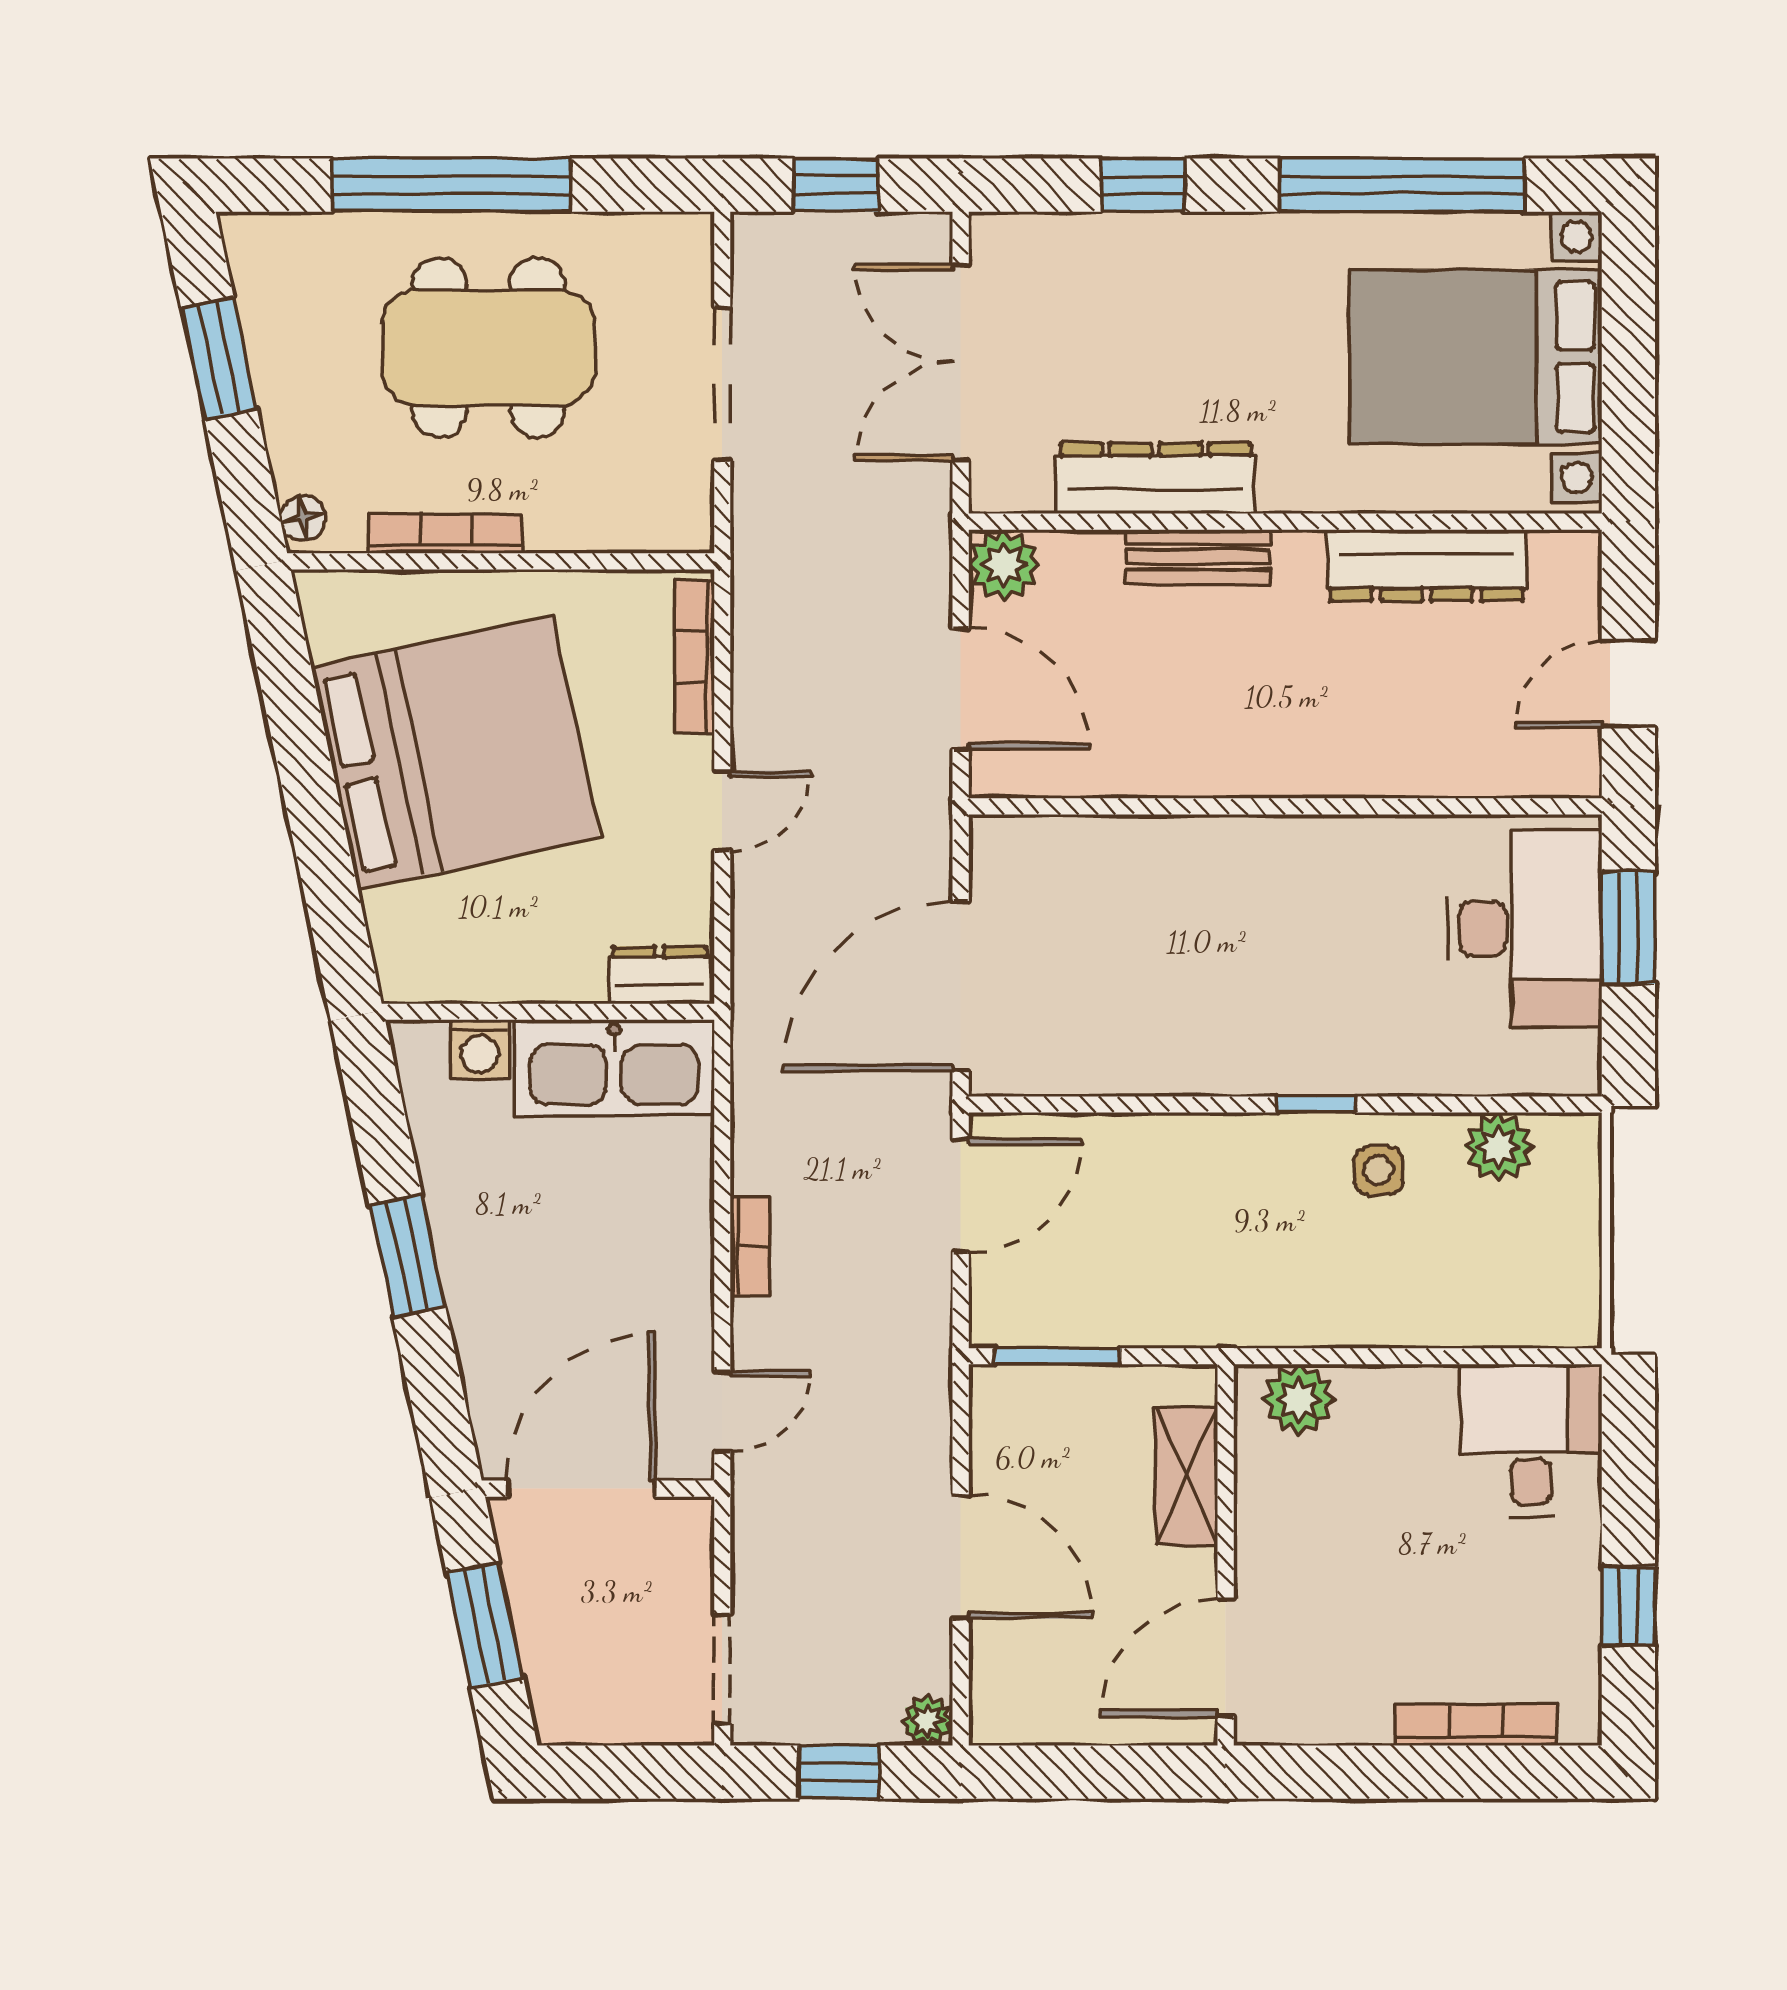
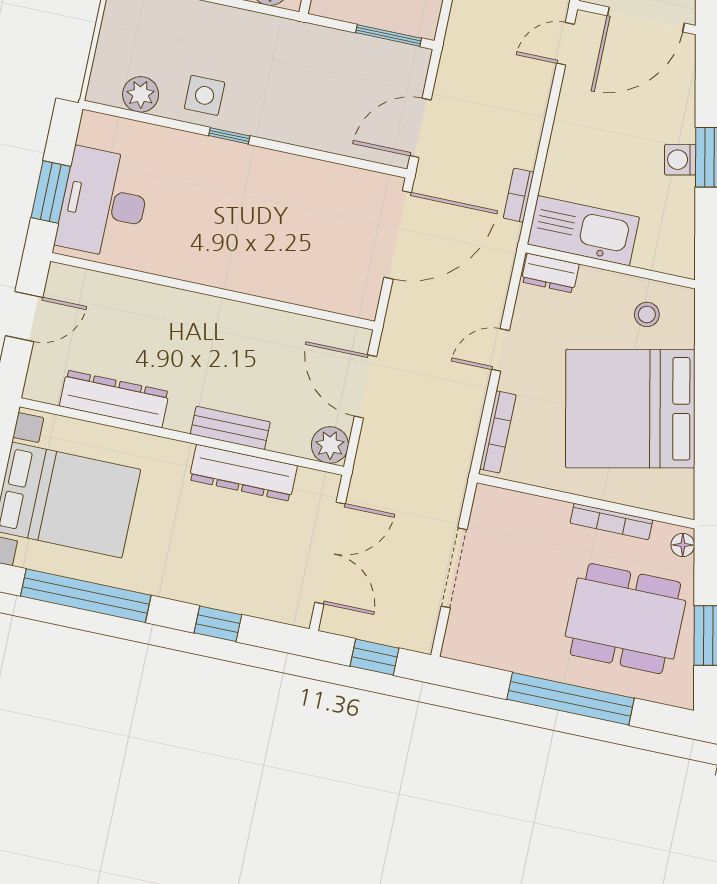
dining table: (488, 348) -> (625, 619), moved
stool: (462, 936) -> (647, 314), added
washing machine: (479, 1049) -> (680, 160), moved, turned -102
side table: (1378, 1170) -> (205, 95), width x1.37, depth x1.37
bookcase: (750, 1246) -> (519, 195), moved

